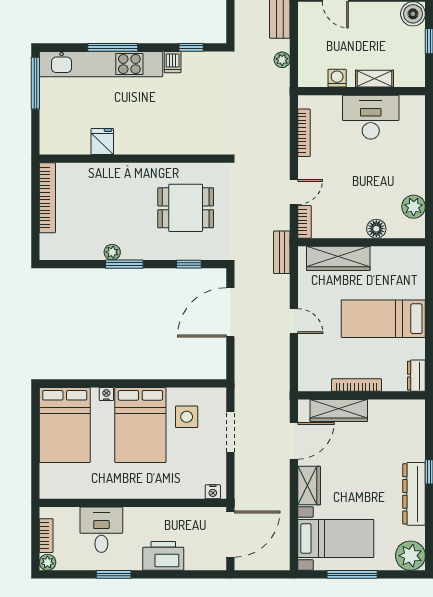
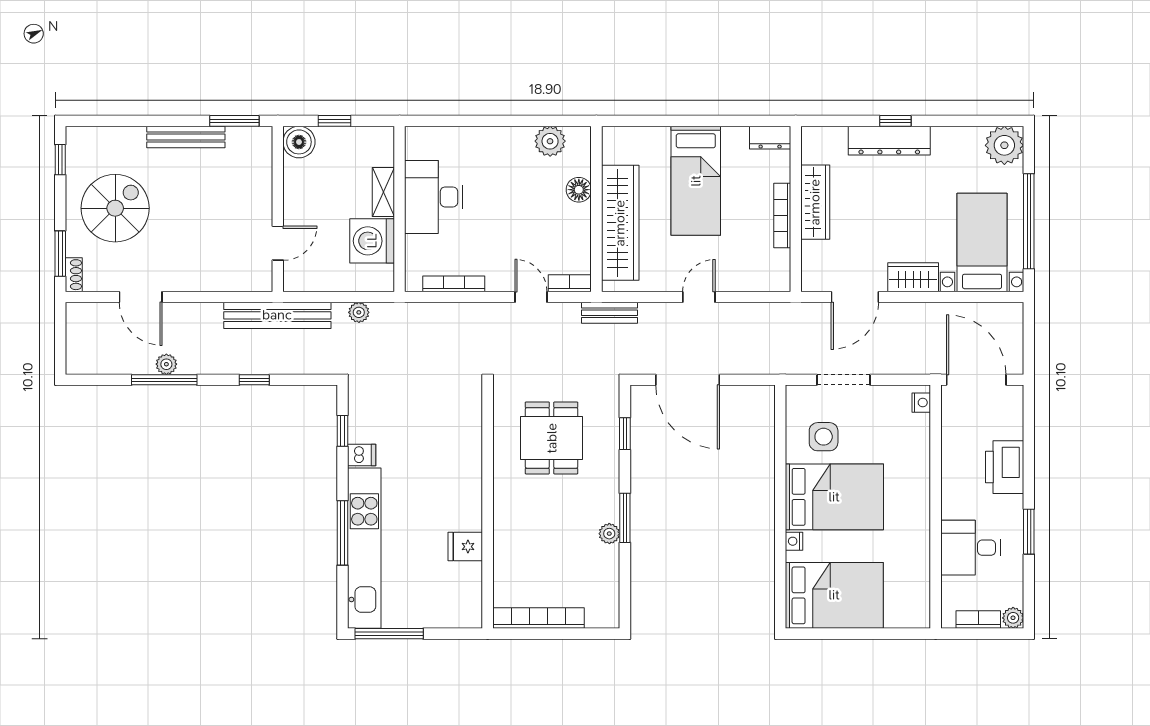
washing machine: (337, 78) -> (372, 241), width x1.89, depth x1.89
wardrobe: (338, 258) -> (620, 223), width x1.40, depth x1.17
wardrobe: (339, 410) -> (815, 202), moved
door: (294, 441) -> (855, 297), swing flipped
dresser: (414, 494) -> (889, 141), moved
window: (352, 574) -> (1029, 221), width x1.46

